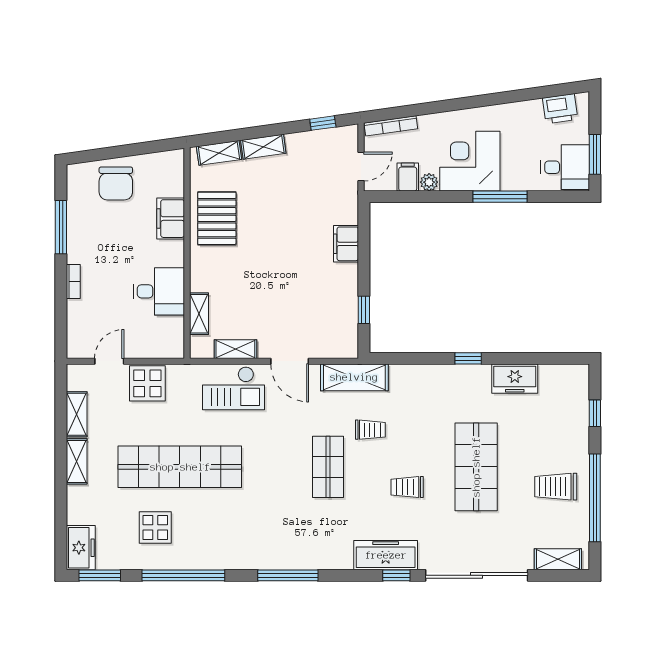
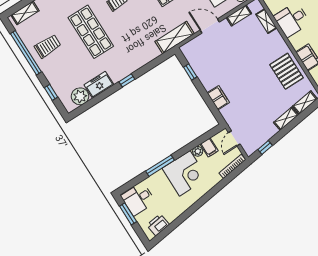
plant: (555, 379) -> (80, 96), added
trolley: (370, 430) -> (152, 18), removed

